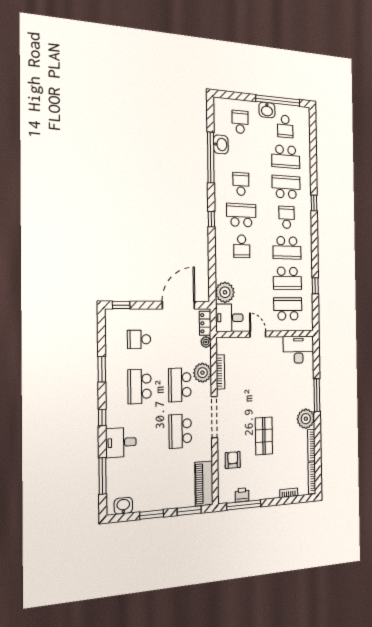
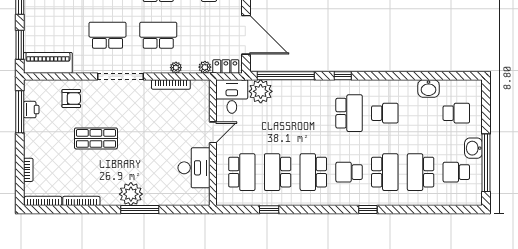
window: (211, 157) -> (286, 76), moved
school desk: (287, 217) -> (349, 172), turned 180
school desk: (242, 246) -> (313, 113), removed
desk: (298, 350) -> (194, 168), moved
plant: (202, 373) -> (176, 68), width x0.53, depth x0.53
plant: (306, 419) -> (131, 194), moved

